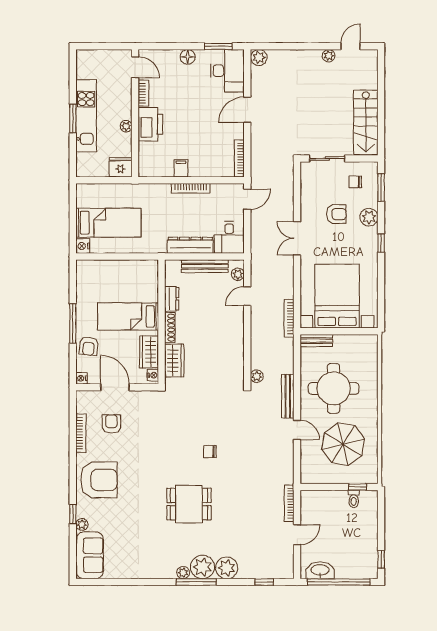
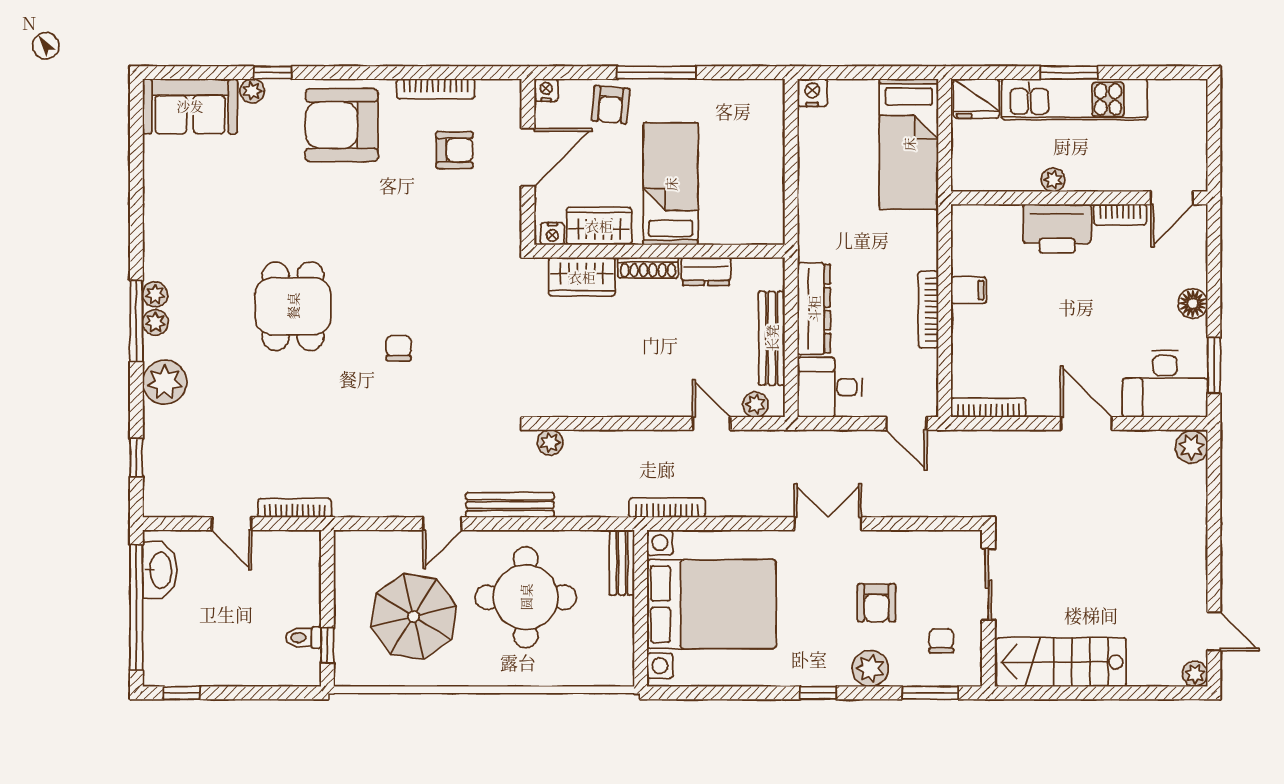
plant: (329, 56) -> (1195, 674), moved
fridge: (121, 167) -> (976, 99), moved, turned 90
bed: (108, 223) -> (909, 144), moved
armchair: (89, 346) -> (611, 105), turned -91
armchair: (99, 480) -> (342, 125), turned 90
plant: (203, 567) -> (155, 322), width x0.53, depth x0.53

